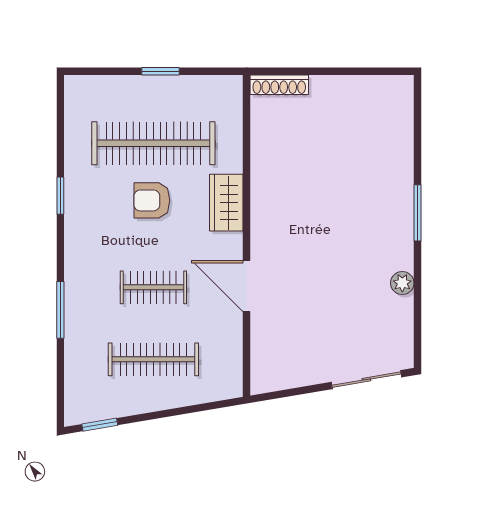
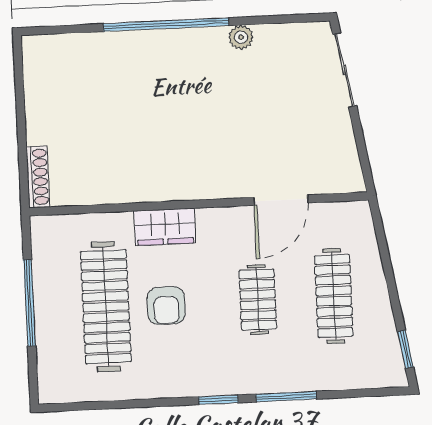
window: (160, 71) -> (30, 303), width x2.17
window: (60, 196) -> (218, 400), moved
window: (417, 213) -> (166, 25), width x2.11
door: (246, 286) -> (281, 200), moved

